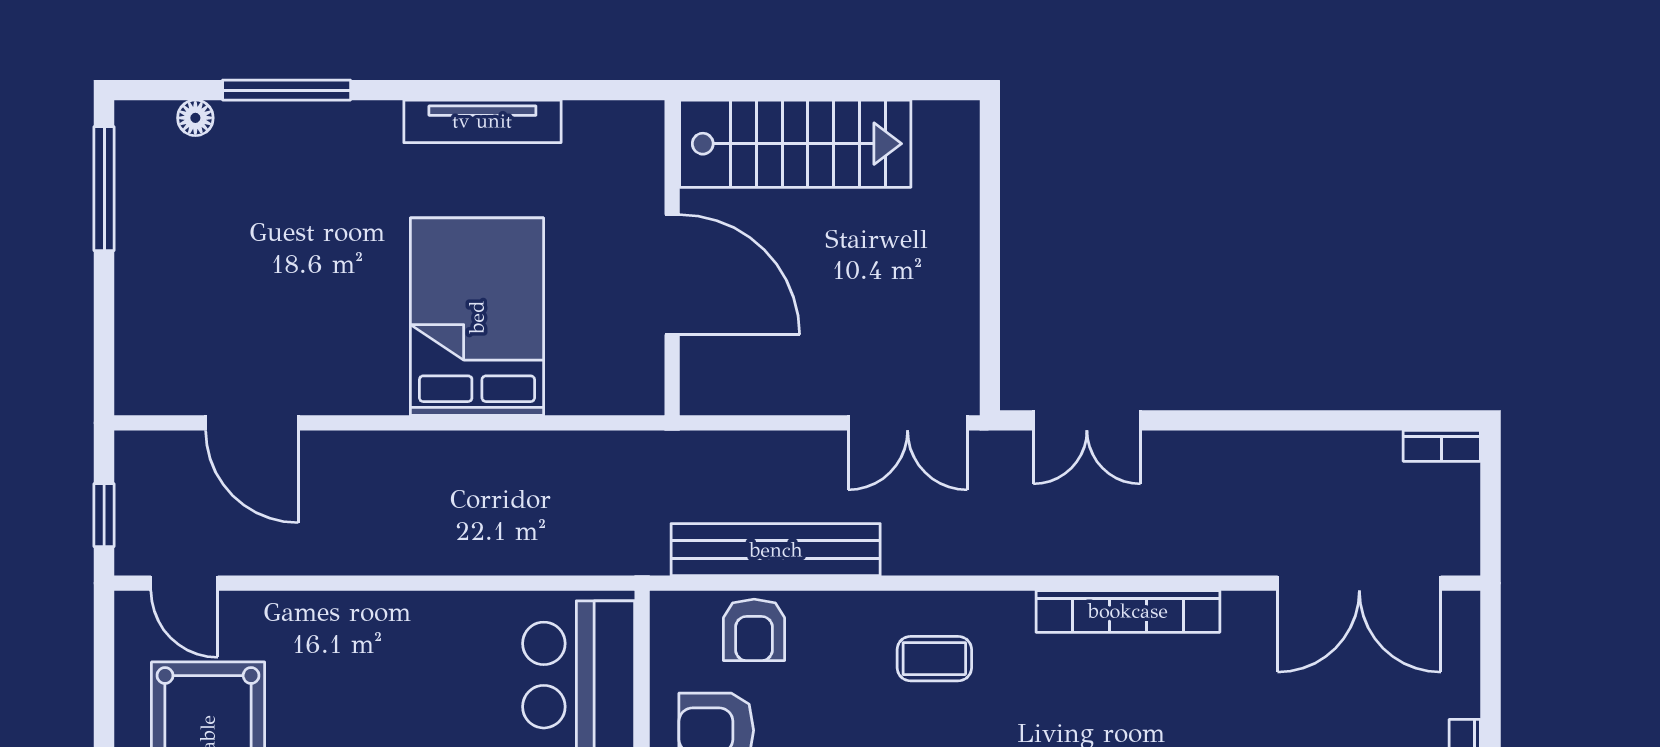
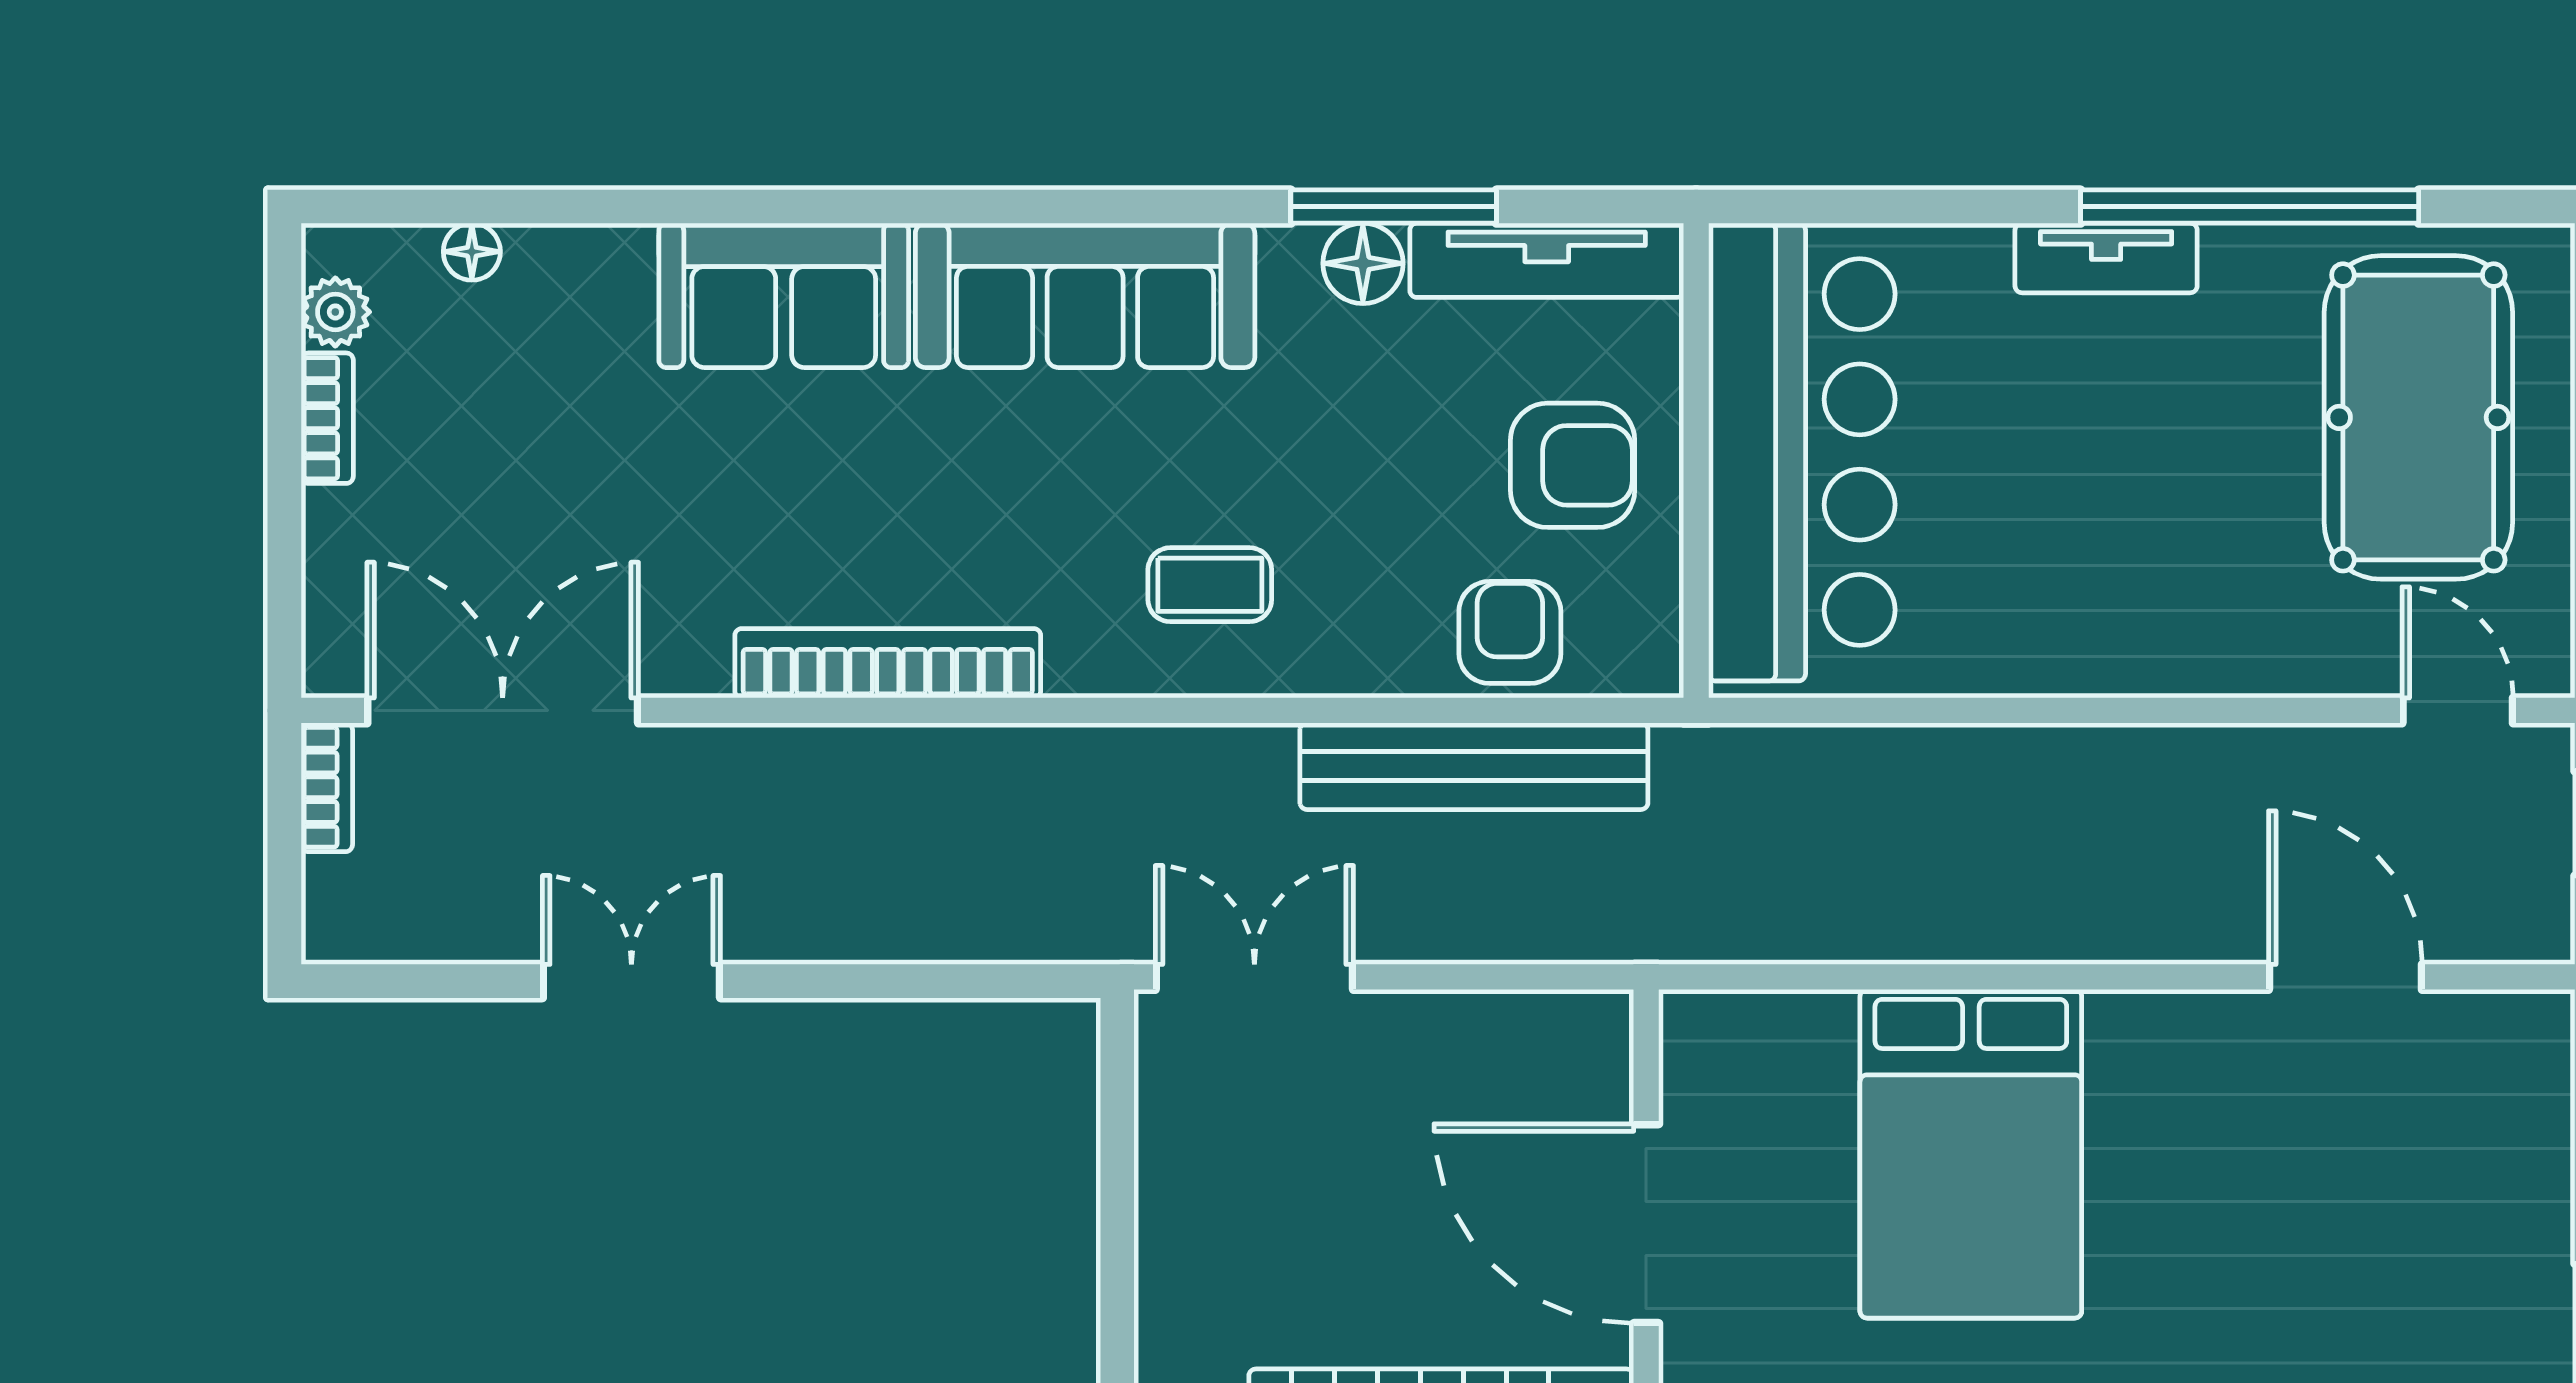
double door: (1087, 420) -> (631, 981), moved
bookcase: (1442, 446) -> (327, 787), moved, turned 90

